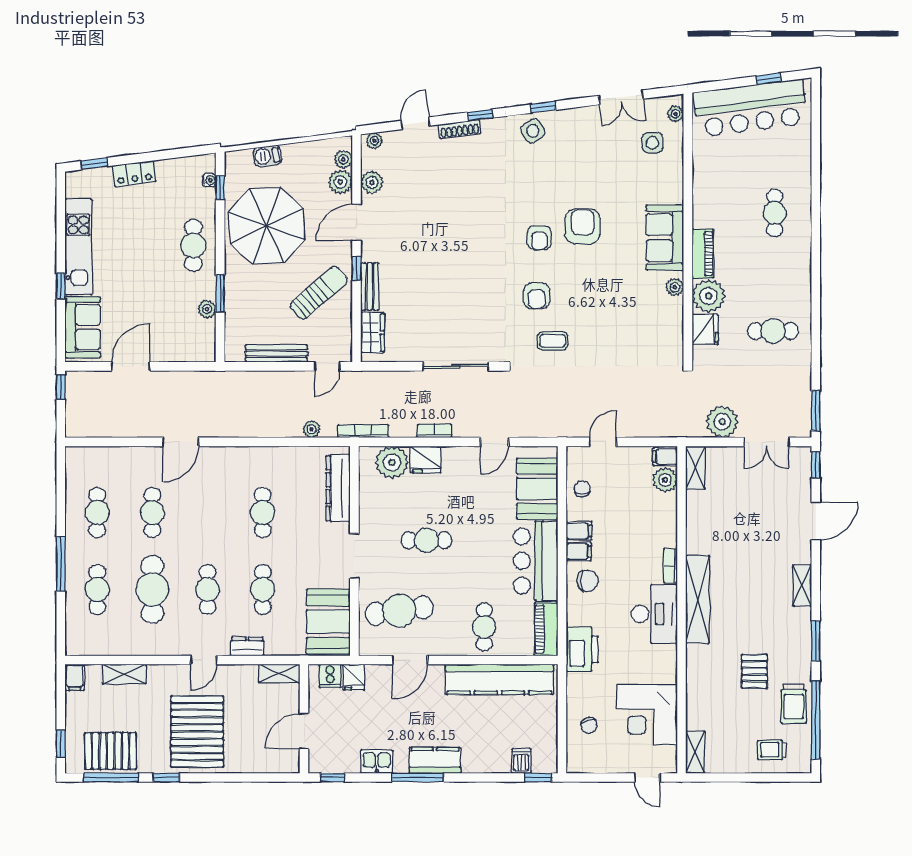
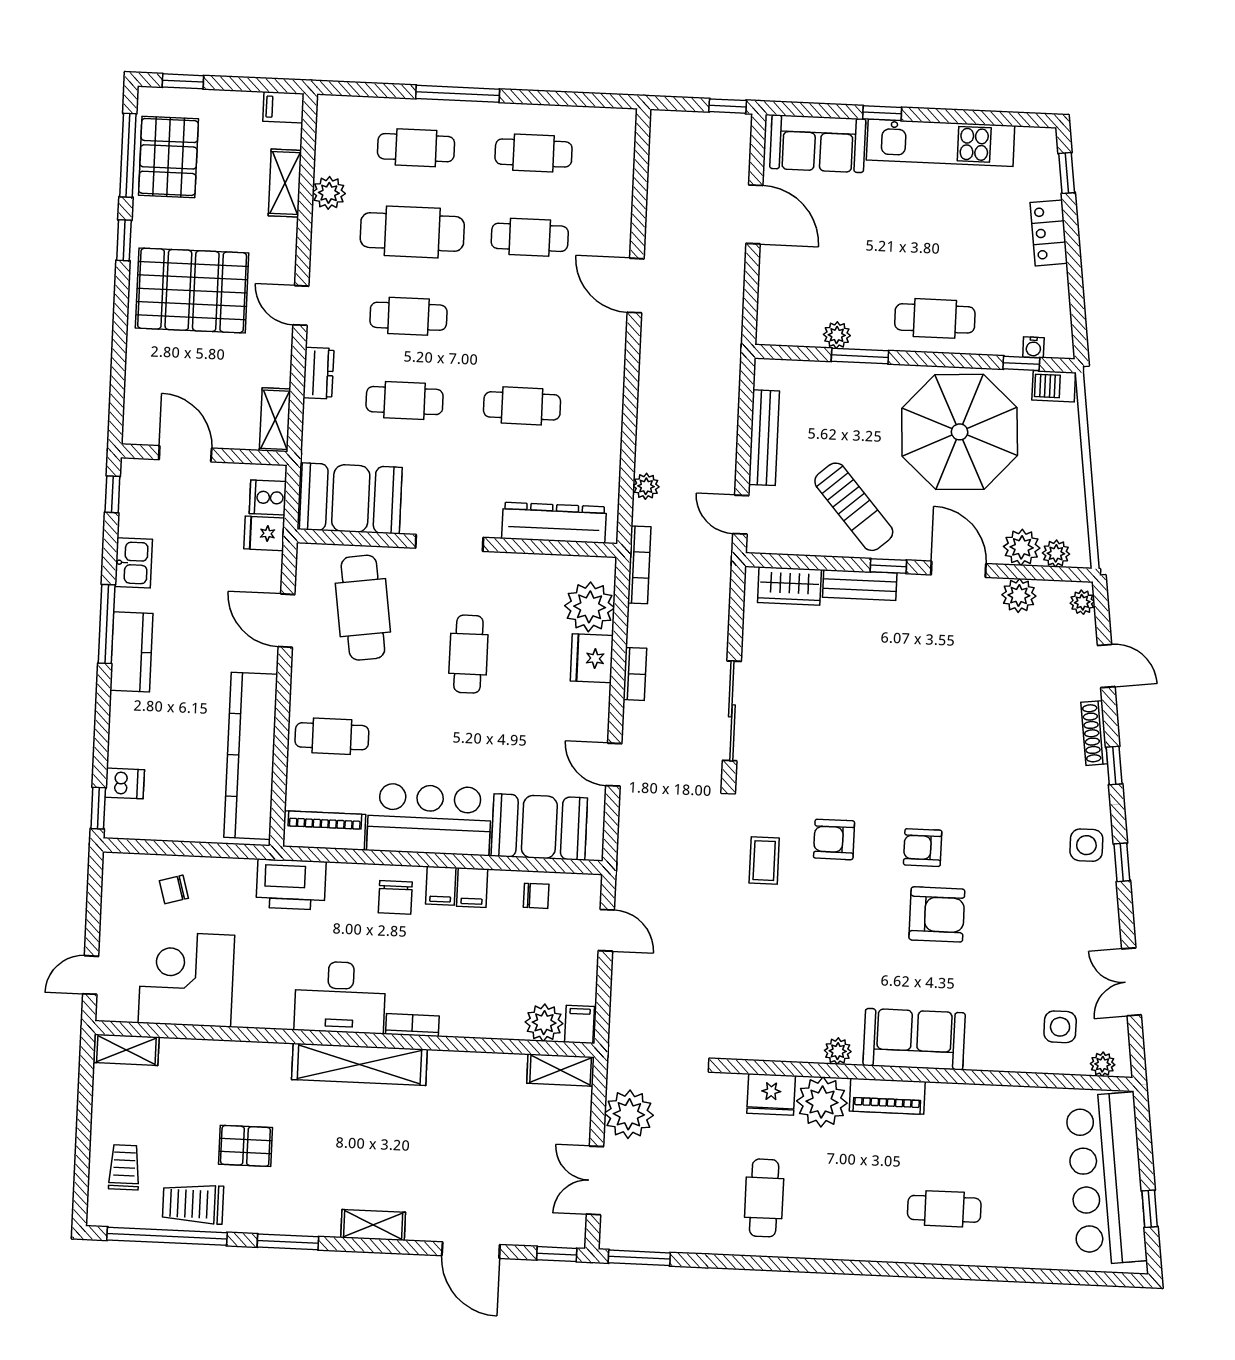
side table: (533, 131) -> (1086, 845), turned 34
barbecue: (267, 156) -> (1054, 386), moved, turned -83
plant: (129, 645) -> (329, 193), added

